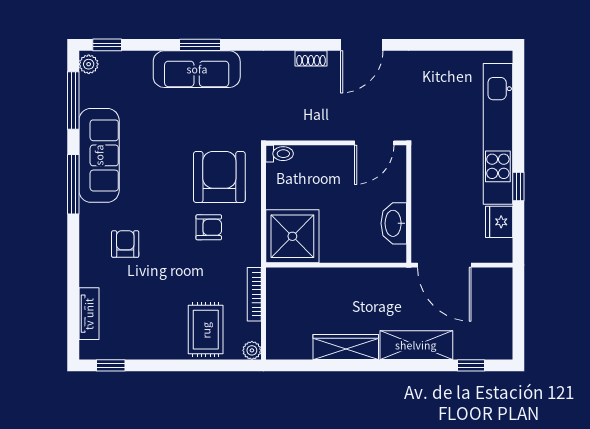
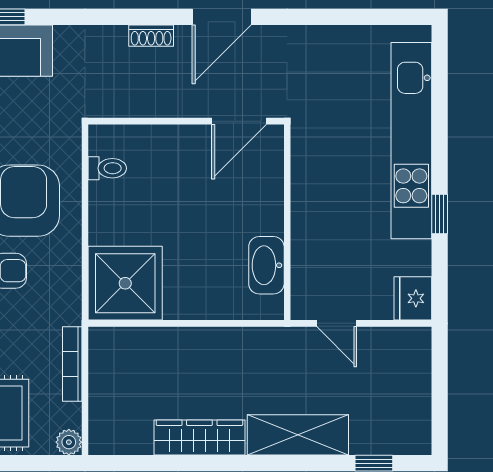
wall: (336, 143) -> (186, 121), moved
door: (374, 143) -> (239, 121), moved
fridge: (499, 222) -> (413, 298), moved
door: (444, 265) -> (337, 323), width x0.53

